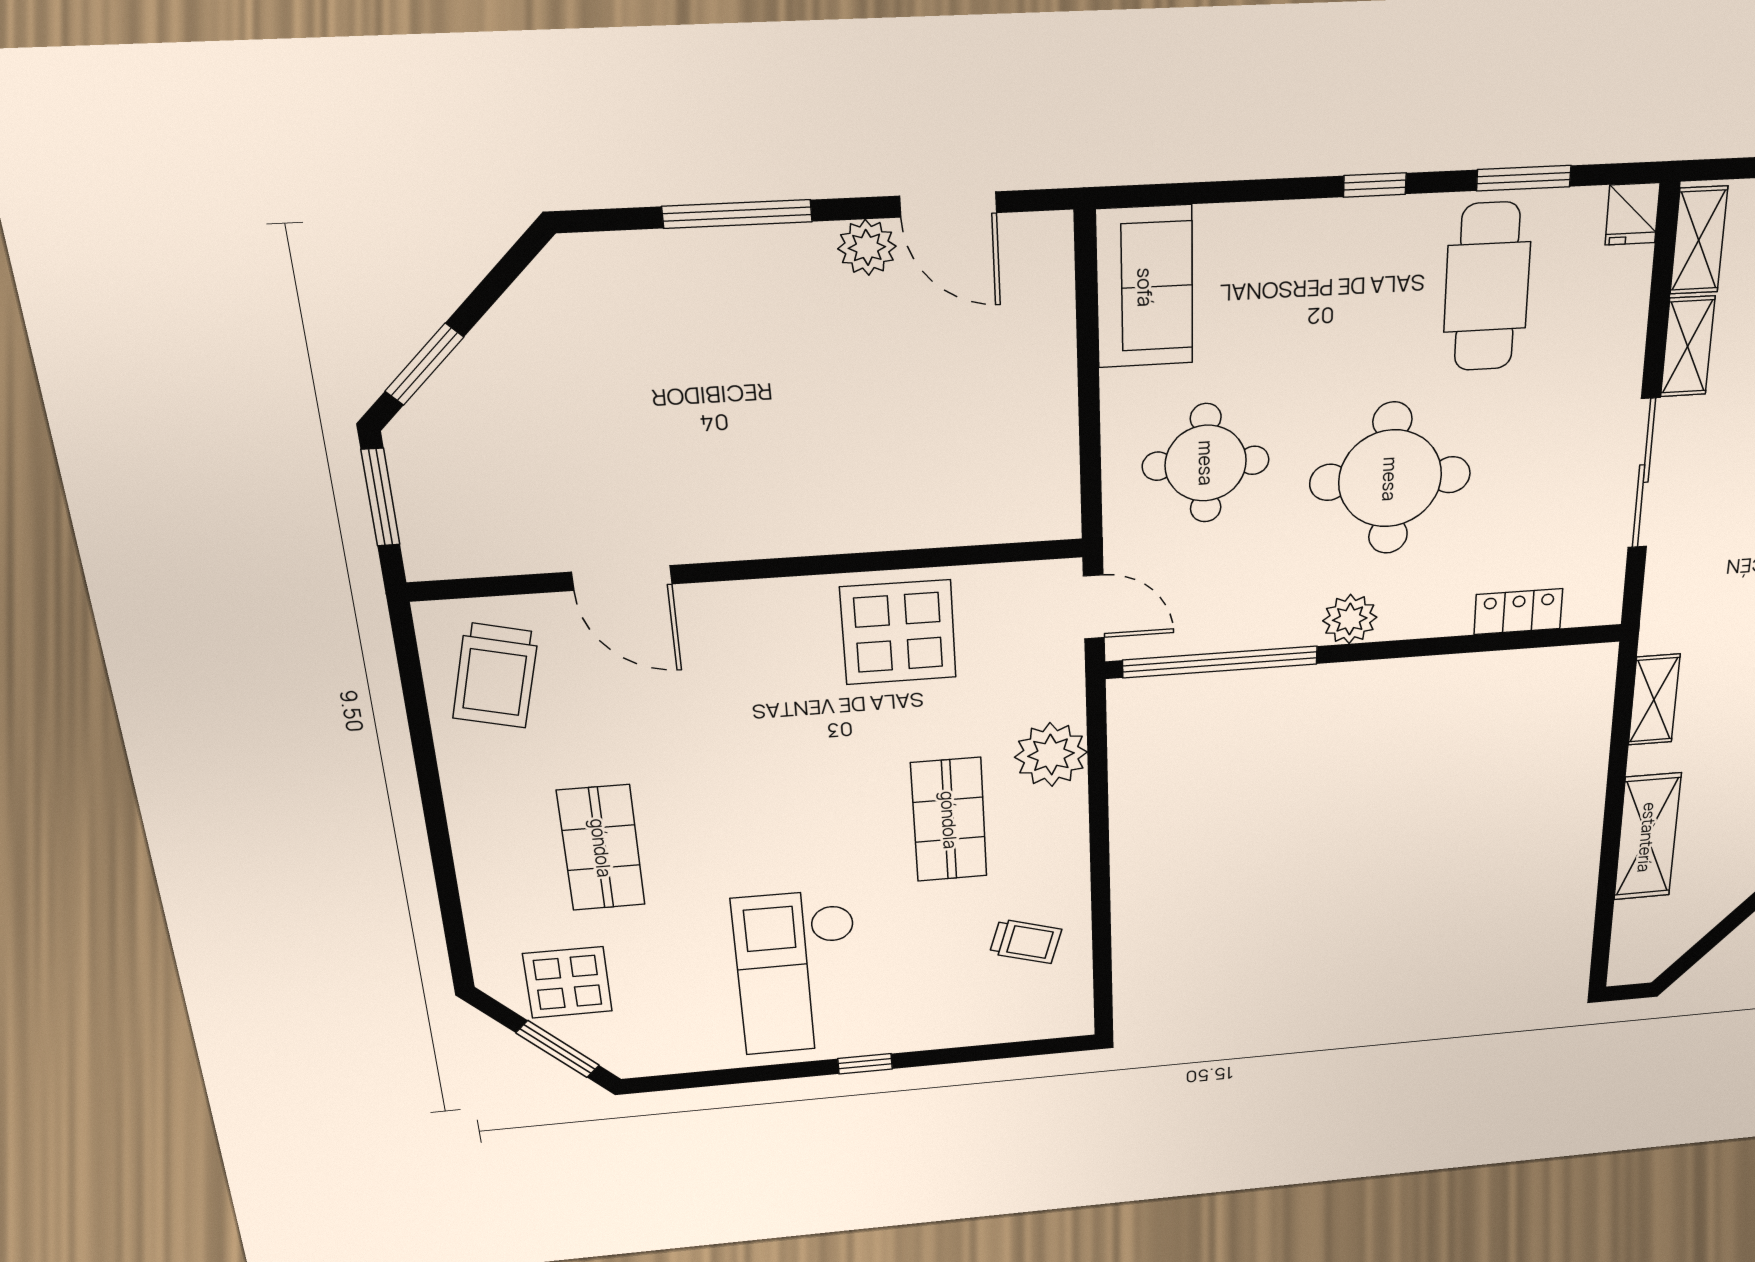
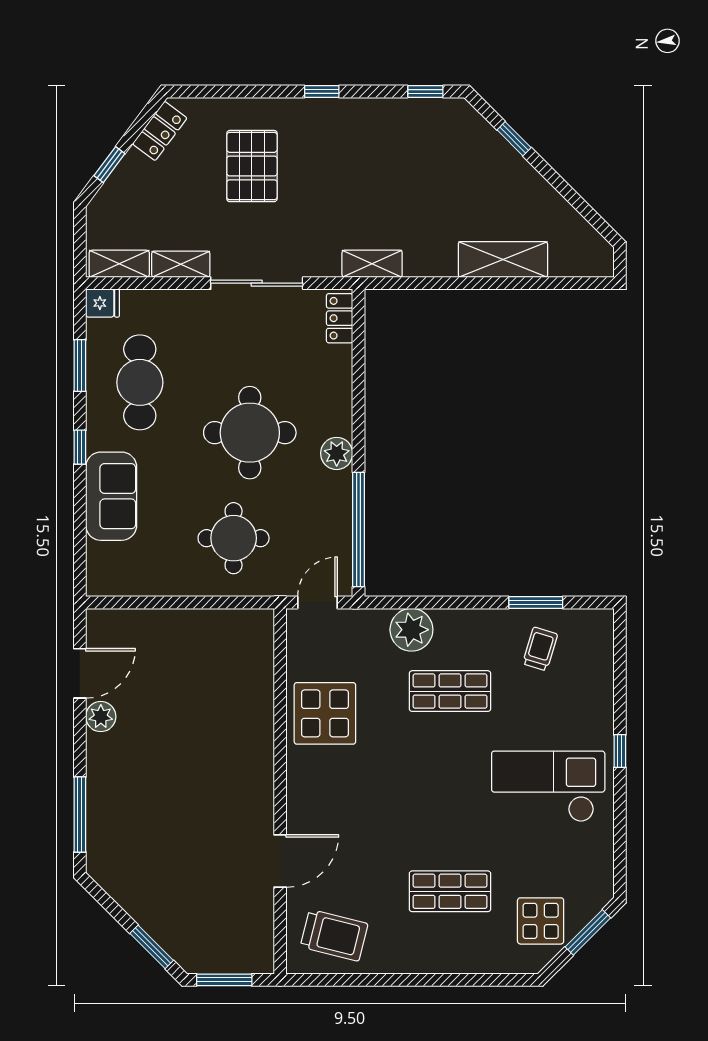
window: (737, 214) -> (80, 815), moved
sofa: (1145, 287) -> (111, 496), moved, turned 90
cafe table: (1487, 287) -> (140, 382), turned 90
locker: (1518, 612) -> (340, 318), moved
shelving: (1654, 700) -> (372, 264), moved
window: (1101, 929) -> (536, 602), added
checkout: (798, 973) -> (548, 786), turned 180

